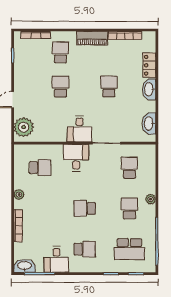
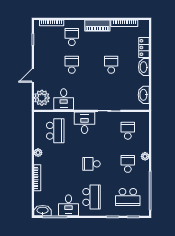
desk: (79, 129) -> (64, 99), moved
school desk: (40, 168) -> (55, 131), width x1.85
school desk: (85, 249) -> (91, 197), width x1.85

